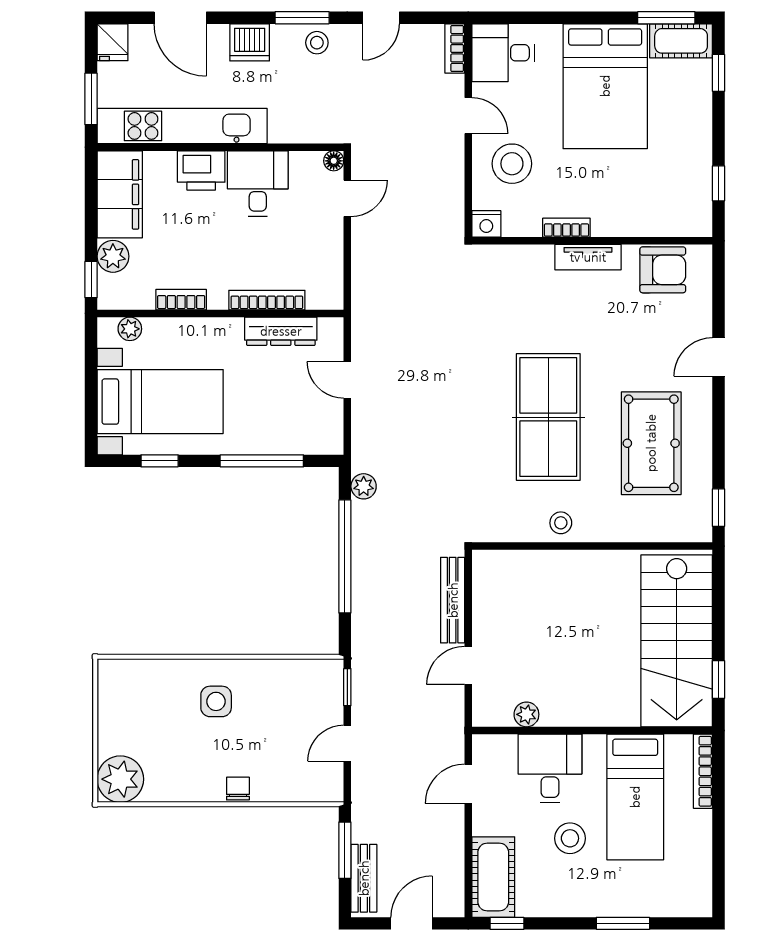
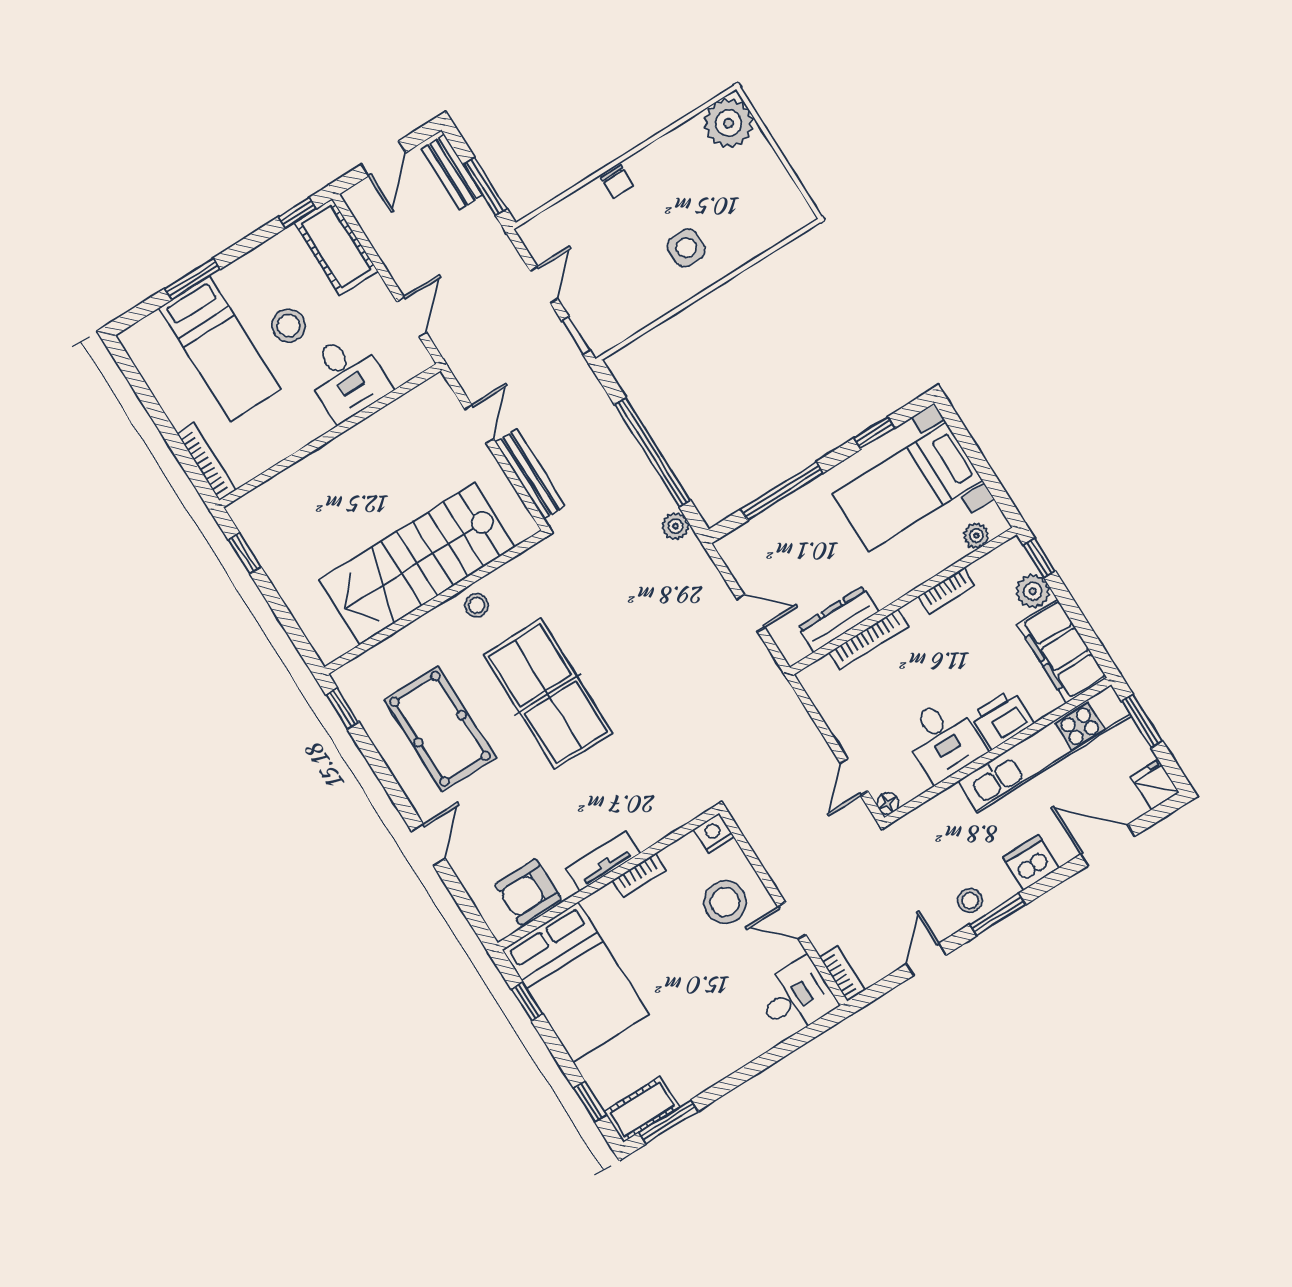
bed: (605, 86) -> (576, 982), moved, turned 180
stairs: (677, 641) -> (417, 564), moved, turned -90
plant: (526, 714) -> (398, 413), removed
bed: (635, 797) -> (220, 349), moved, turned 180

